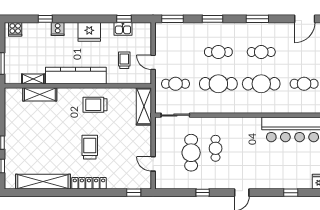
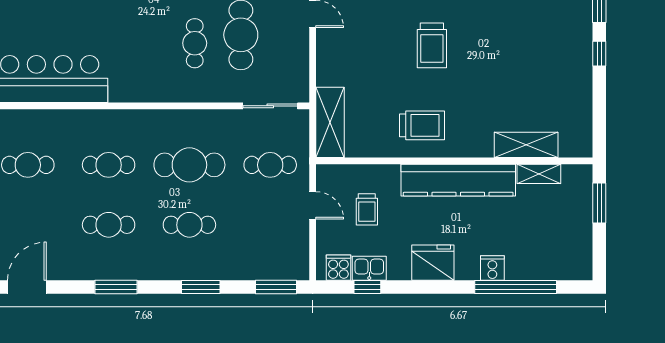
window: (45, 19) -> (516, 287), width x3.17
cooker: (15, 29) -> (338, 268), moved
cafe table: (261, 84) -> (109, 165), width x0.73, depth x0.74

